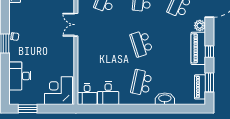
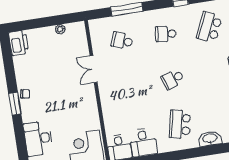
school desk: (141, 44) -> (173, 79), width x0.54

